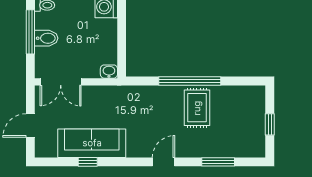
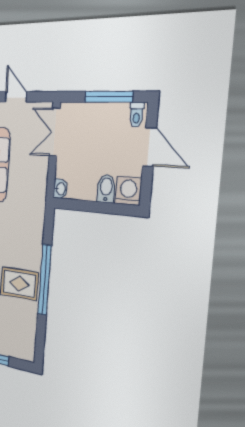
bidet: (46, 38) -> (106, 189), moved, turned 180

